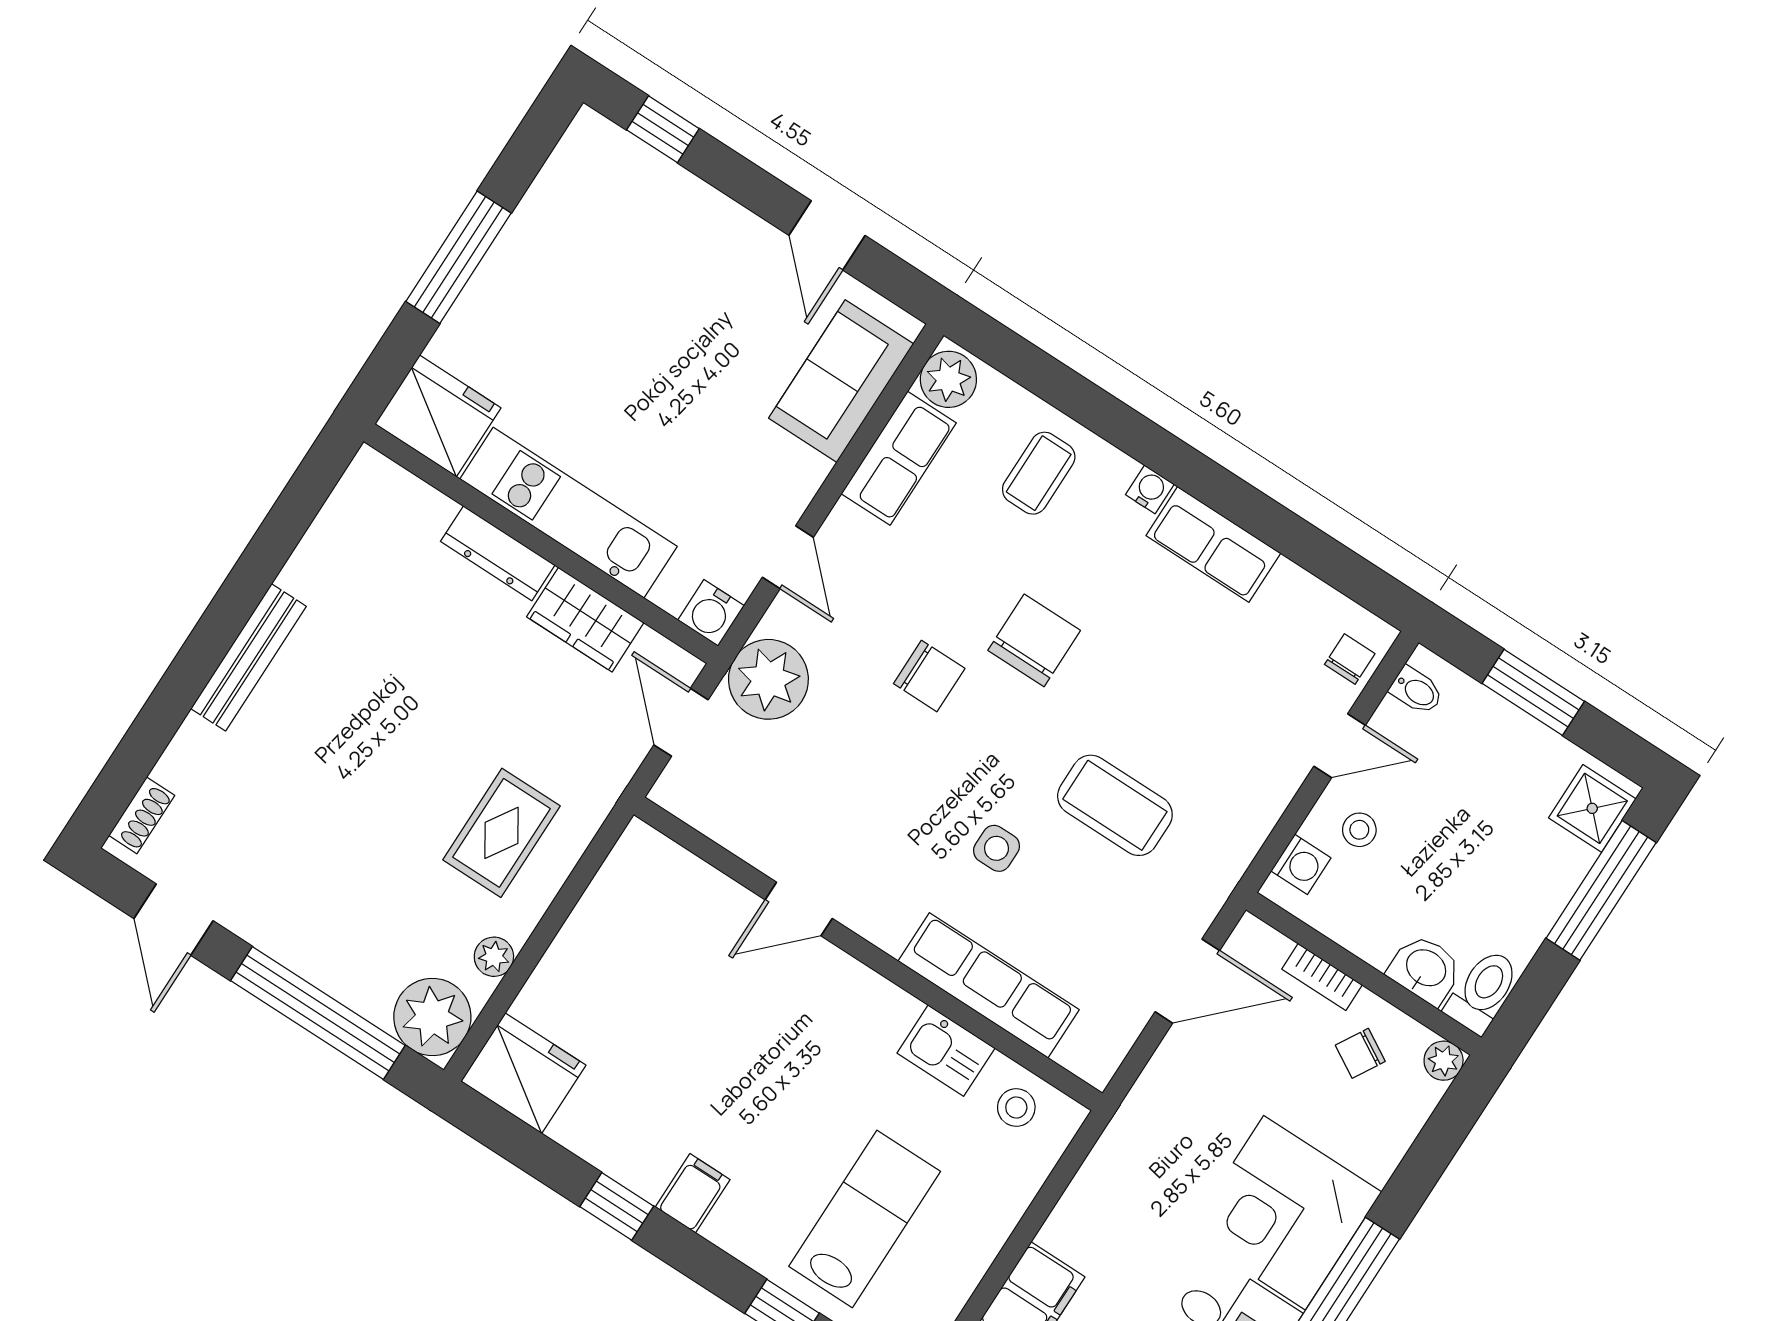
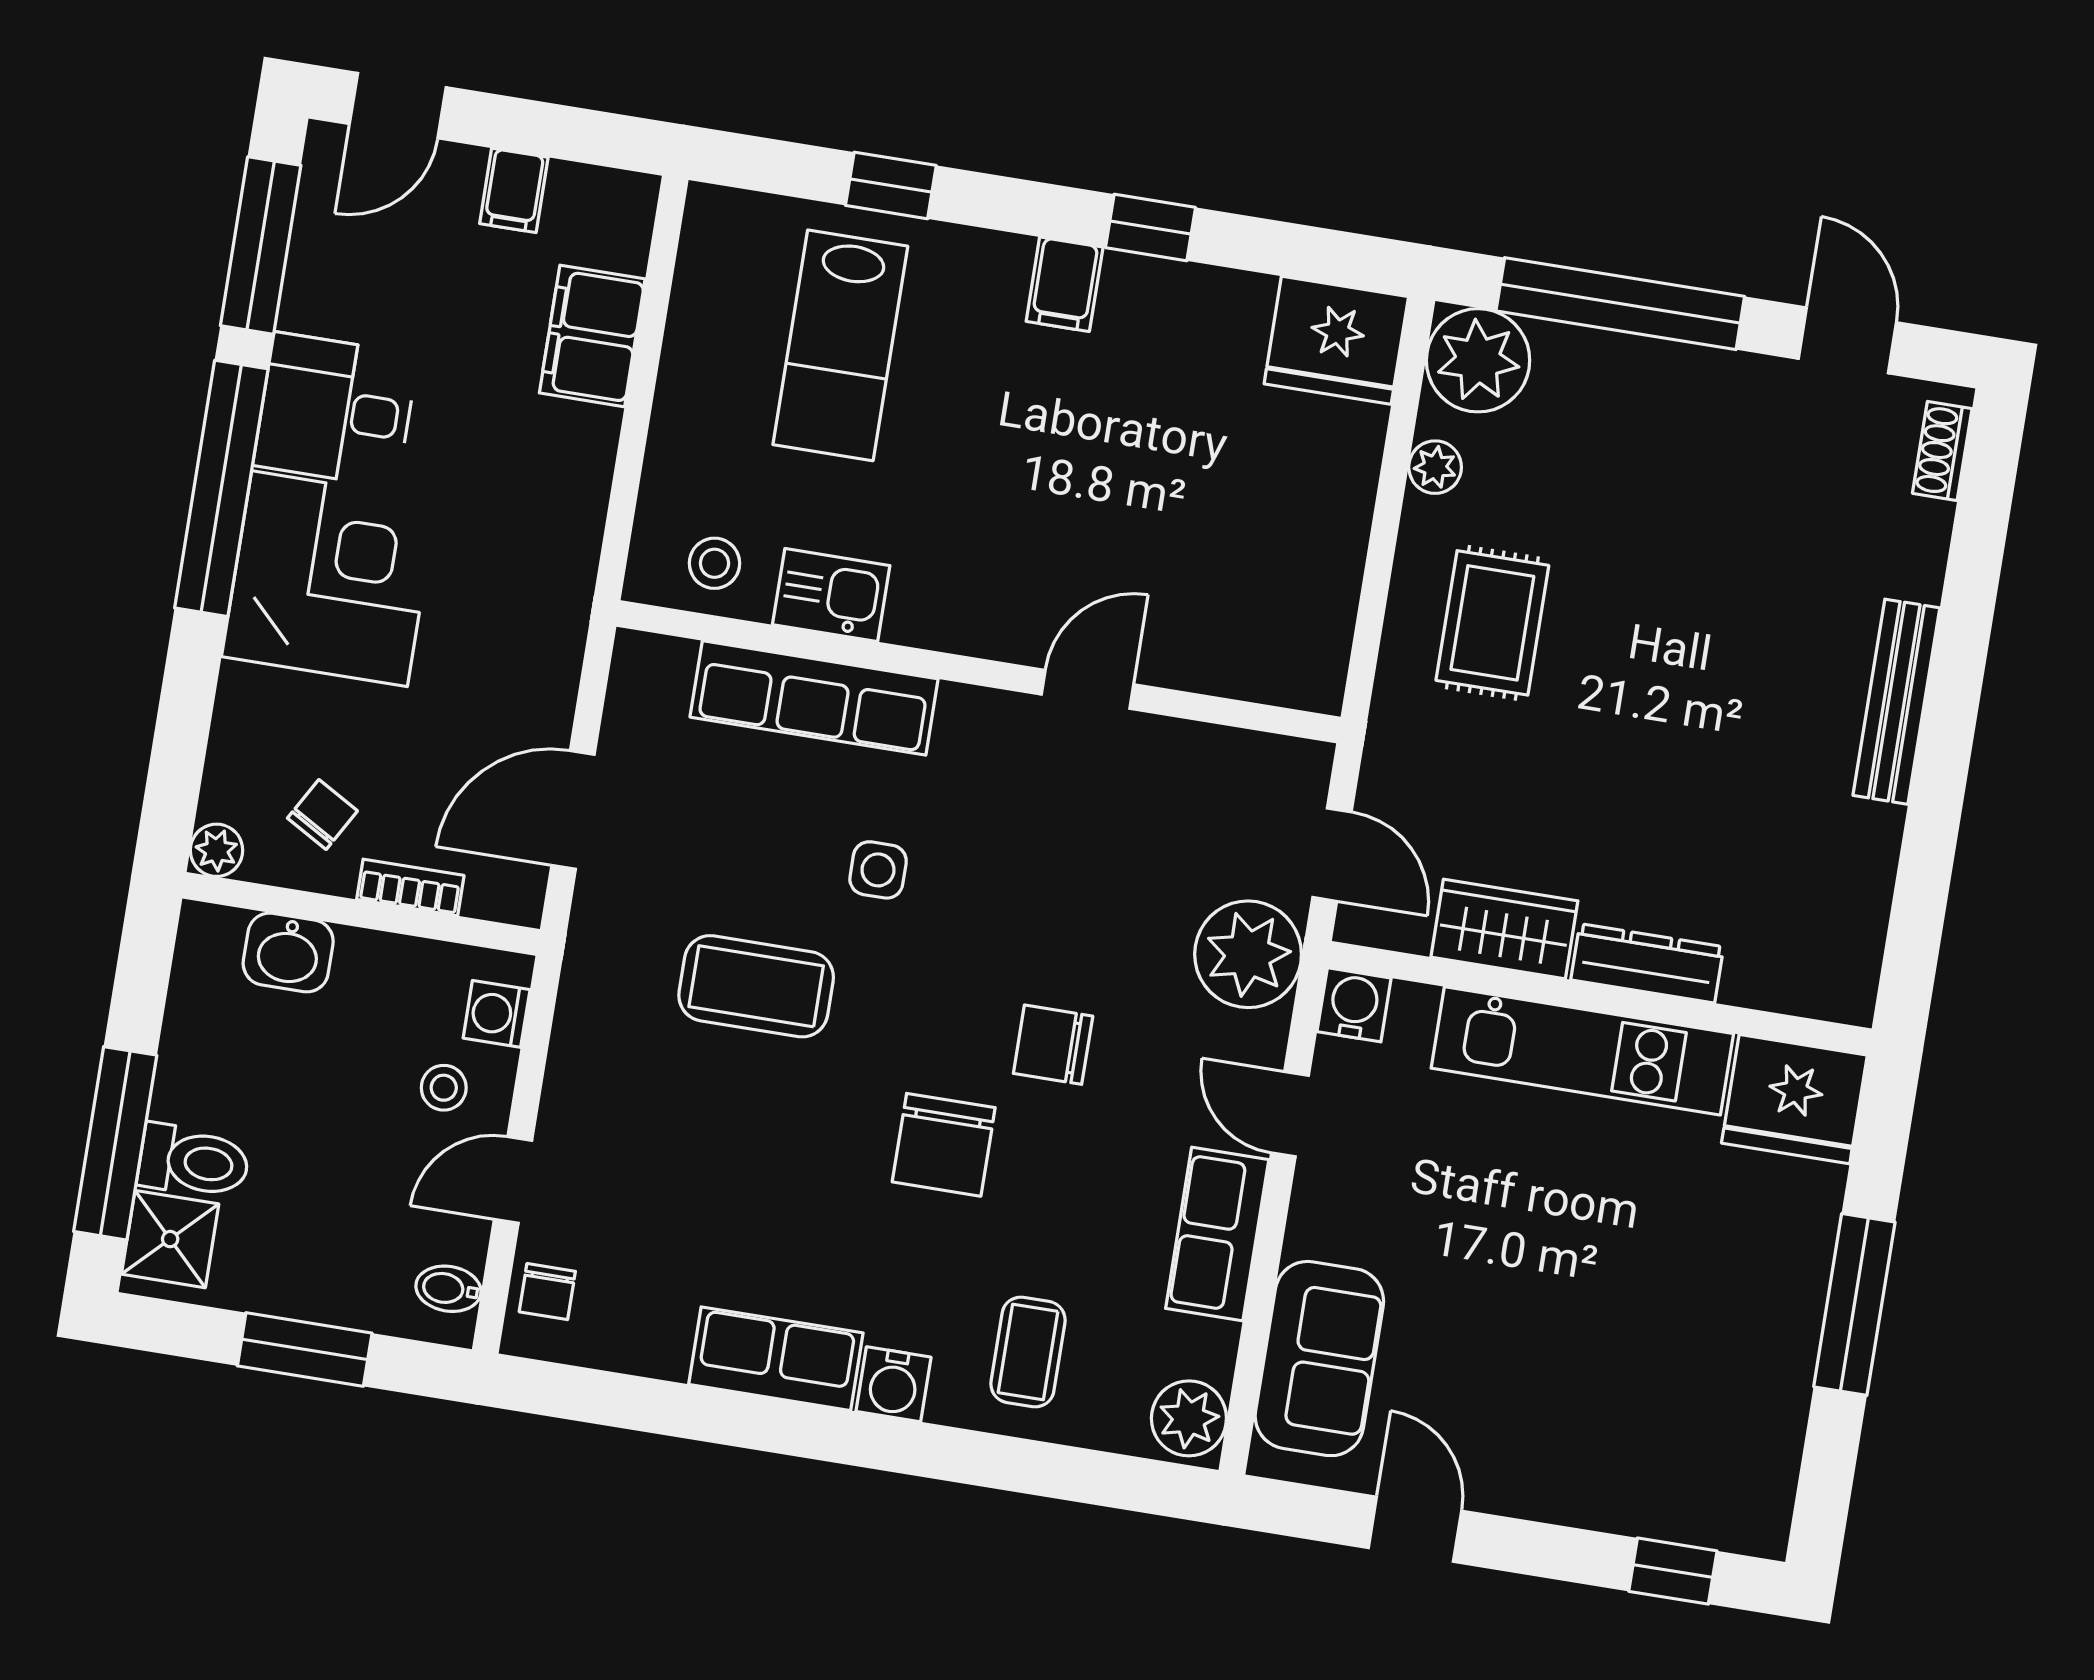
row of seats: (899, 458) -> (1217, 1234), moved
water cooler: (1150, 489) -> (894, 1384), width x1.38, depth x1.38
toilet: (1483, 991) -> (194, 1161), moved, turned -90

